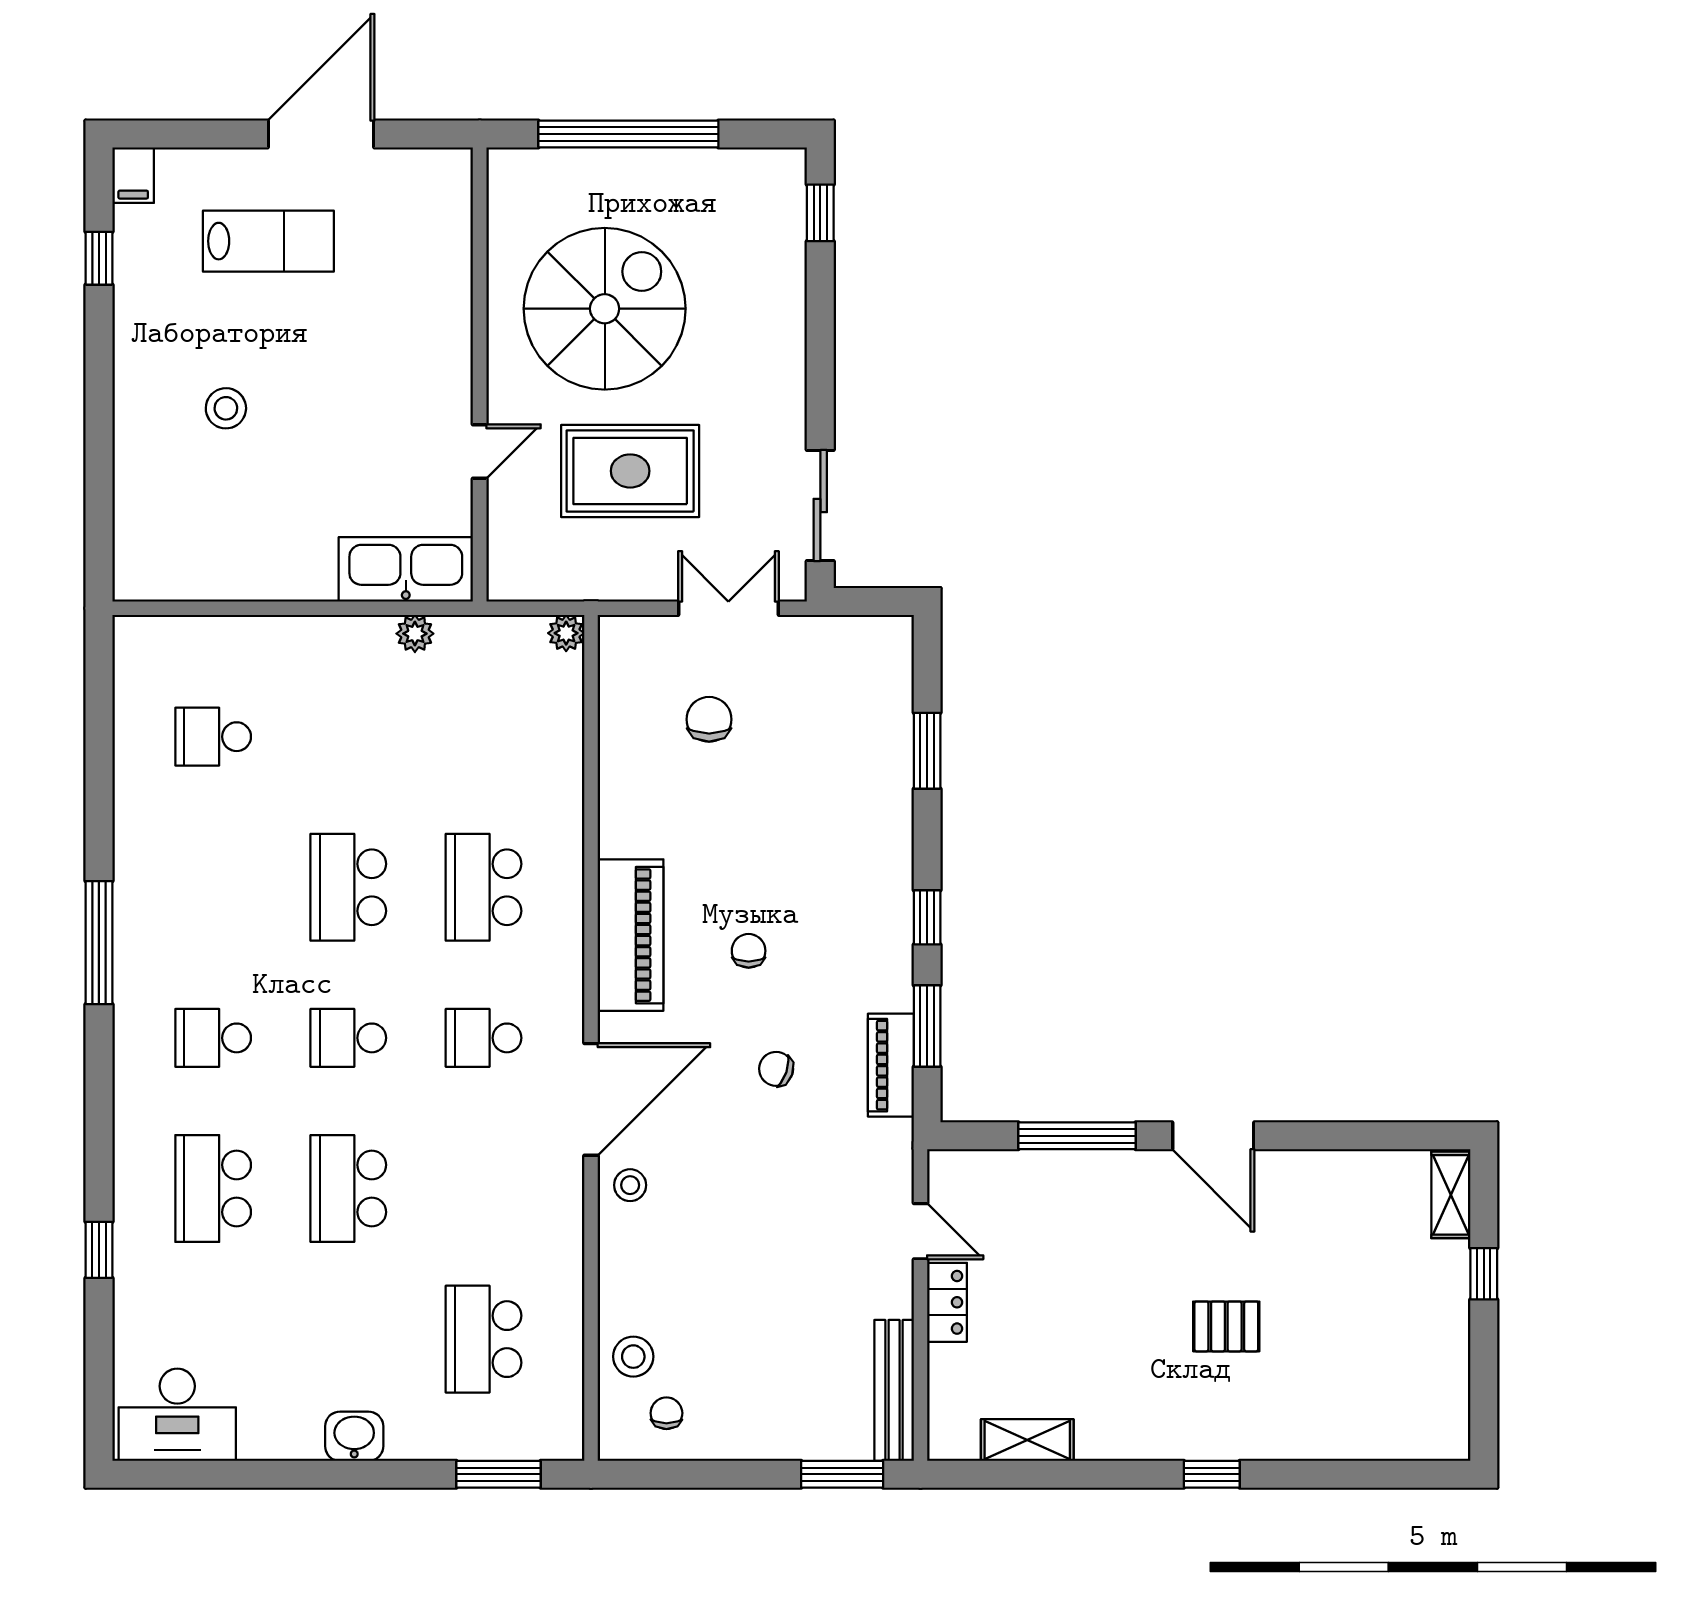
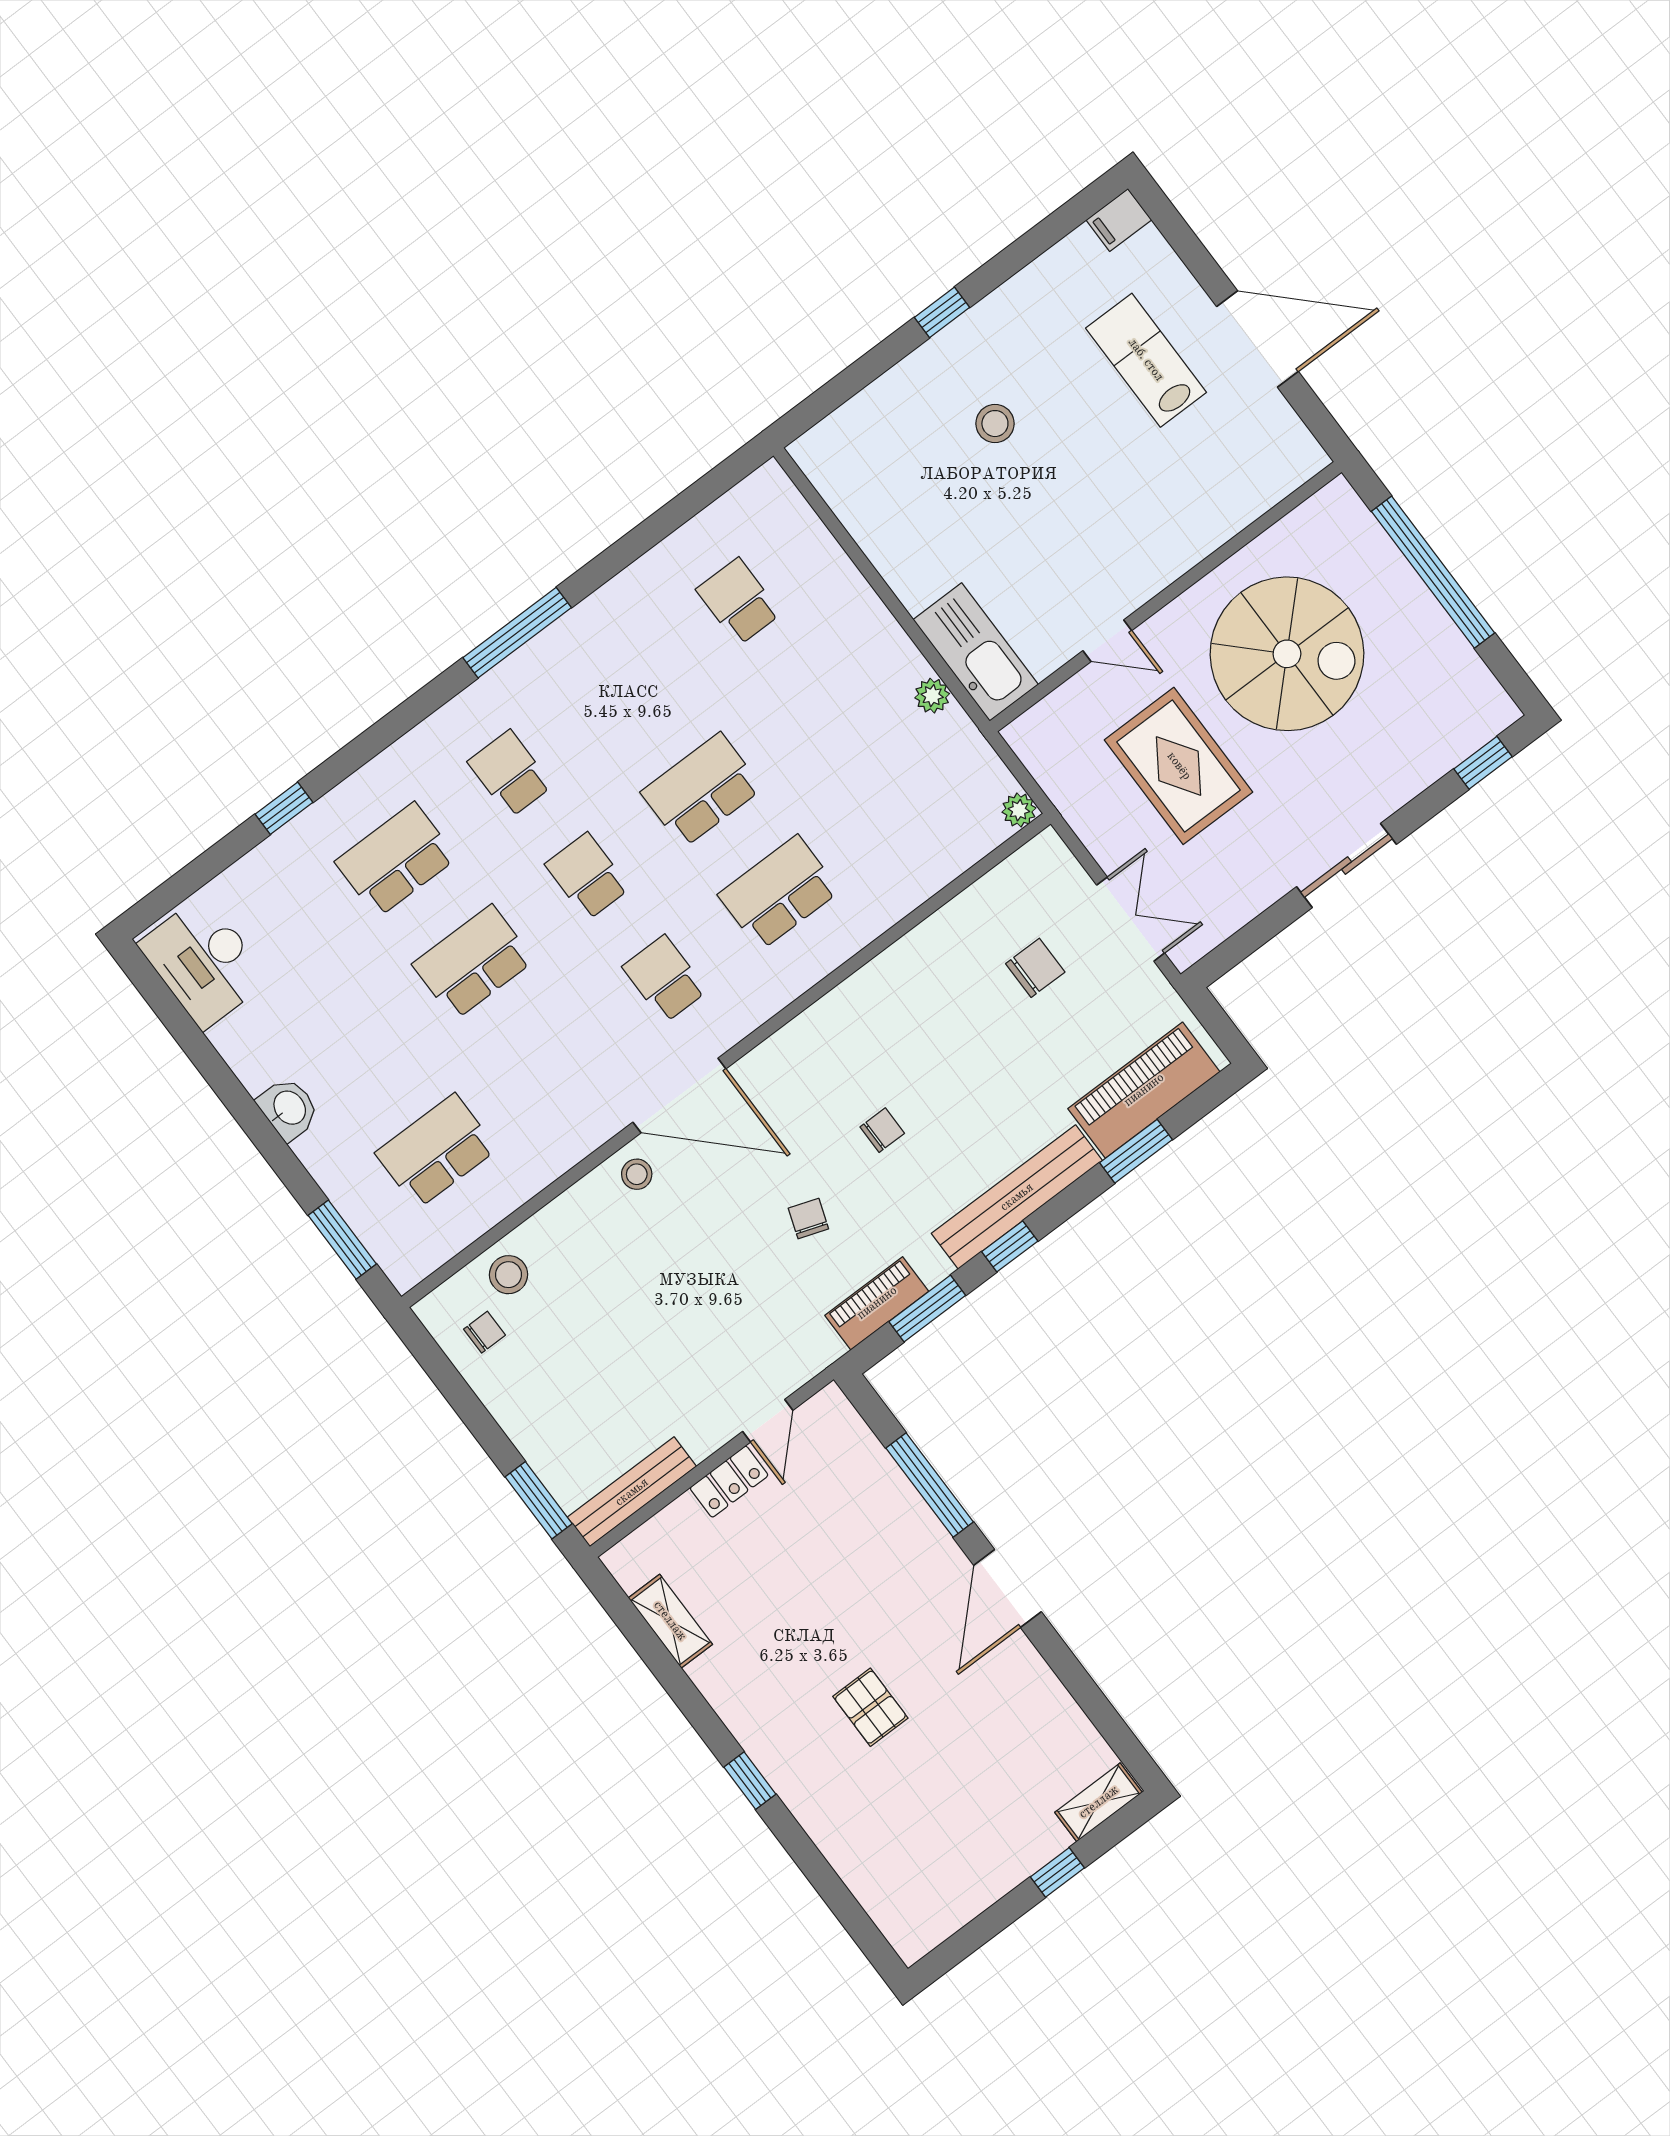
lab bench: (268, 241) -> (1146, 360), turned 180
window: (99, 258) -> (942, 312), moved
sliding door: (820, 505) -> (1346, 866), moved
bench: (890, 880) -> (1017, 1197), added
piano: (631, 935) -> (1144, 1090), moved, turned 180

